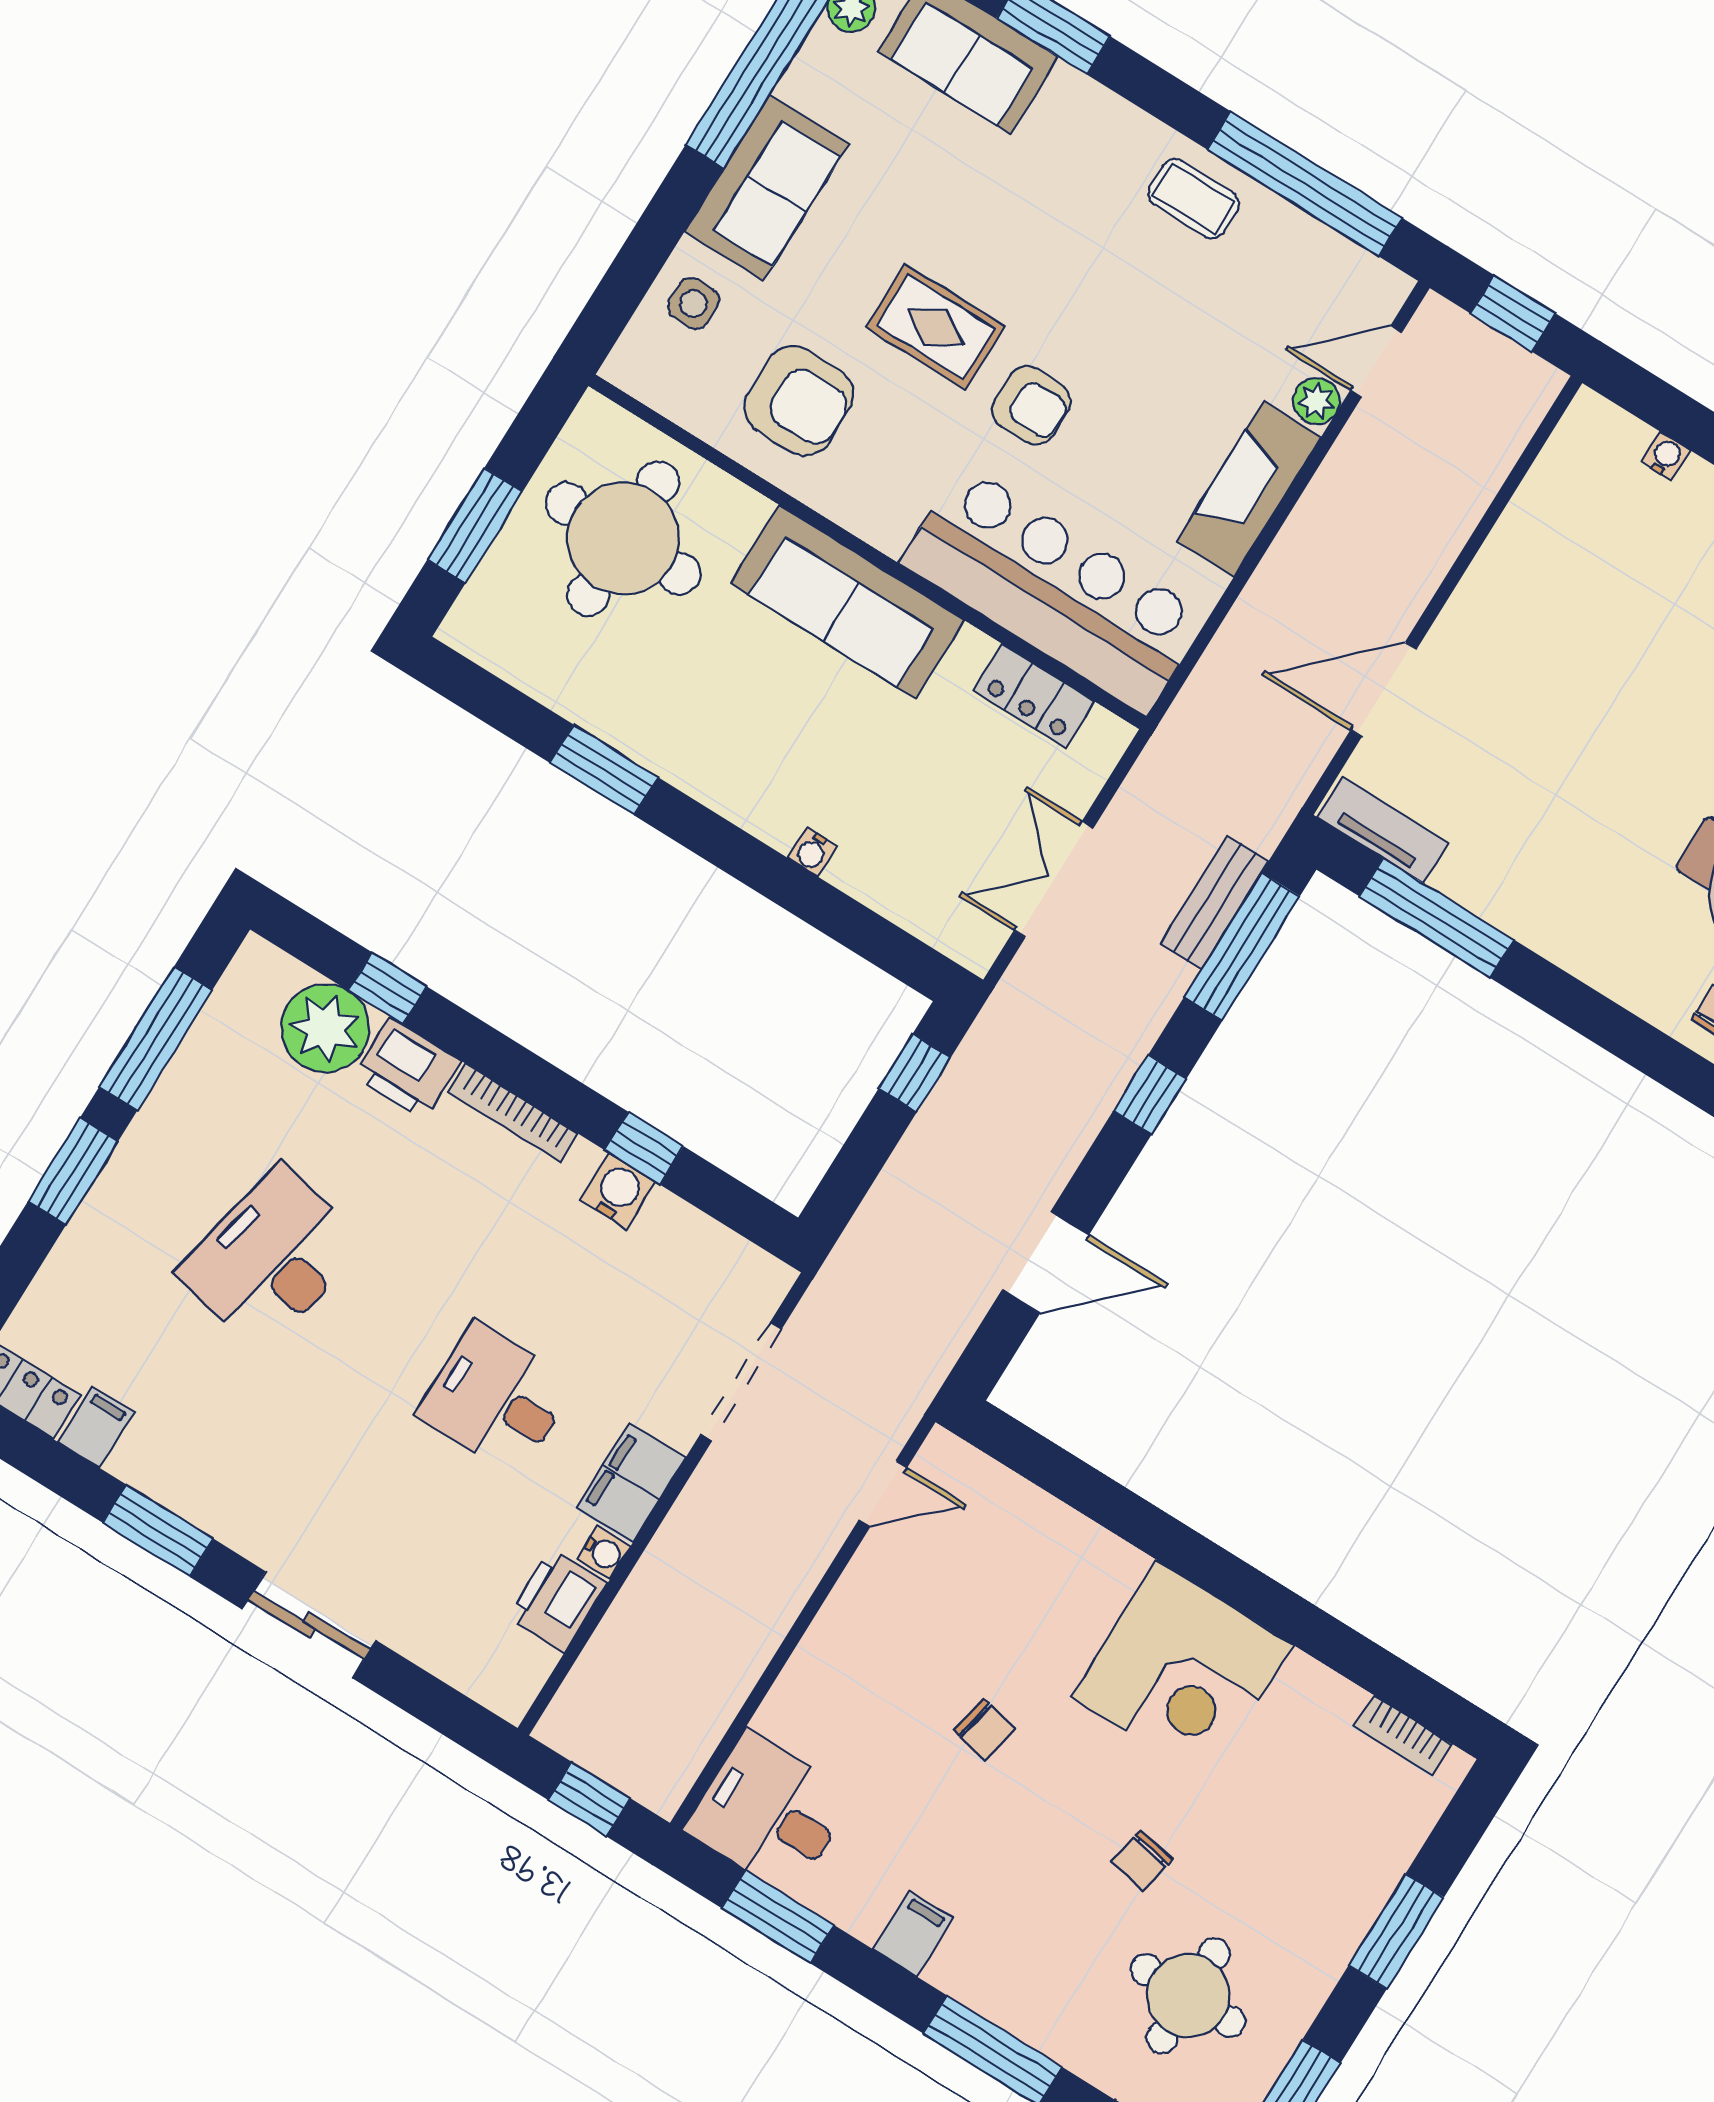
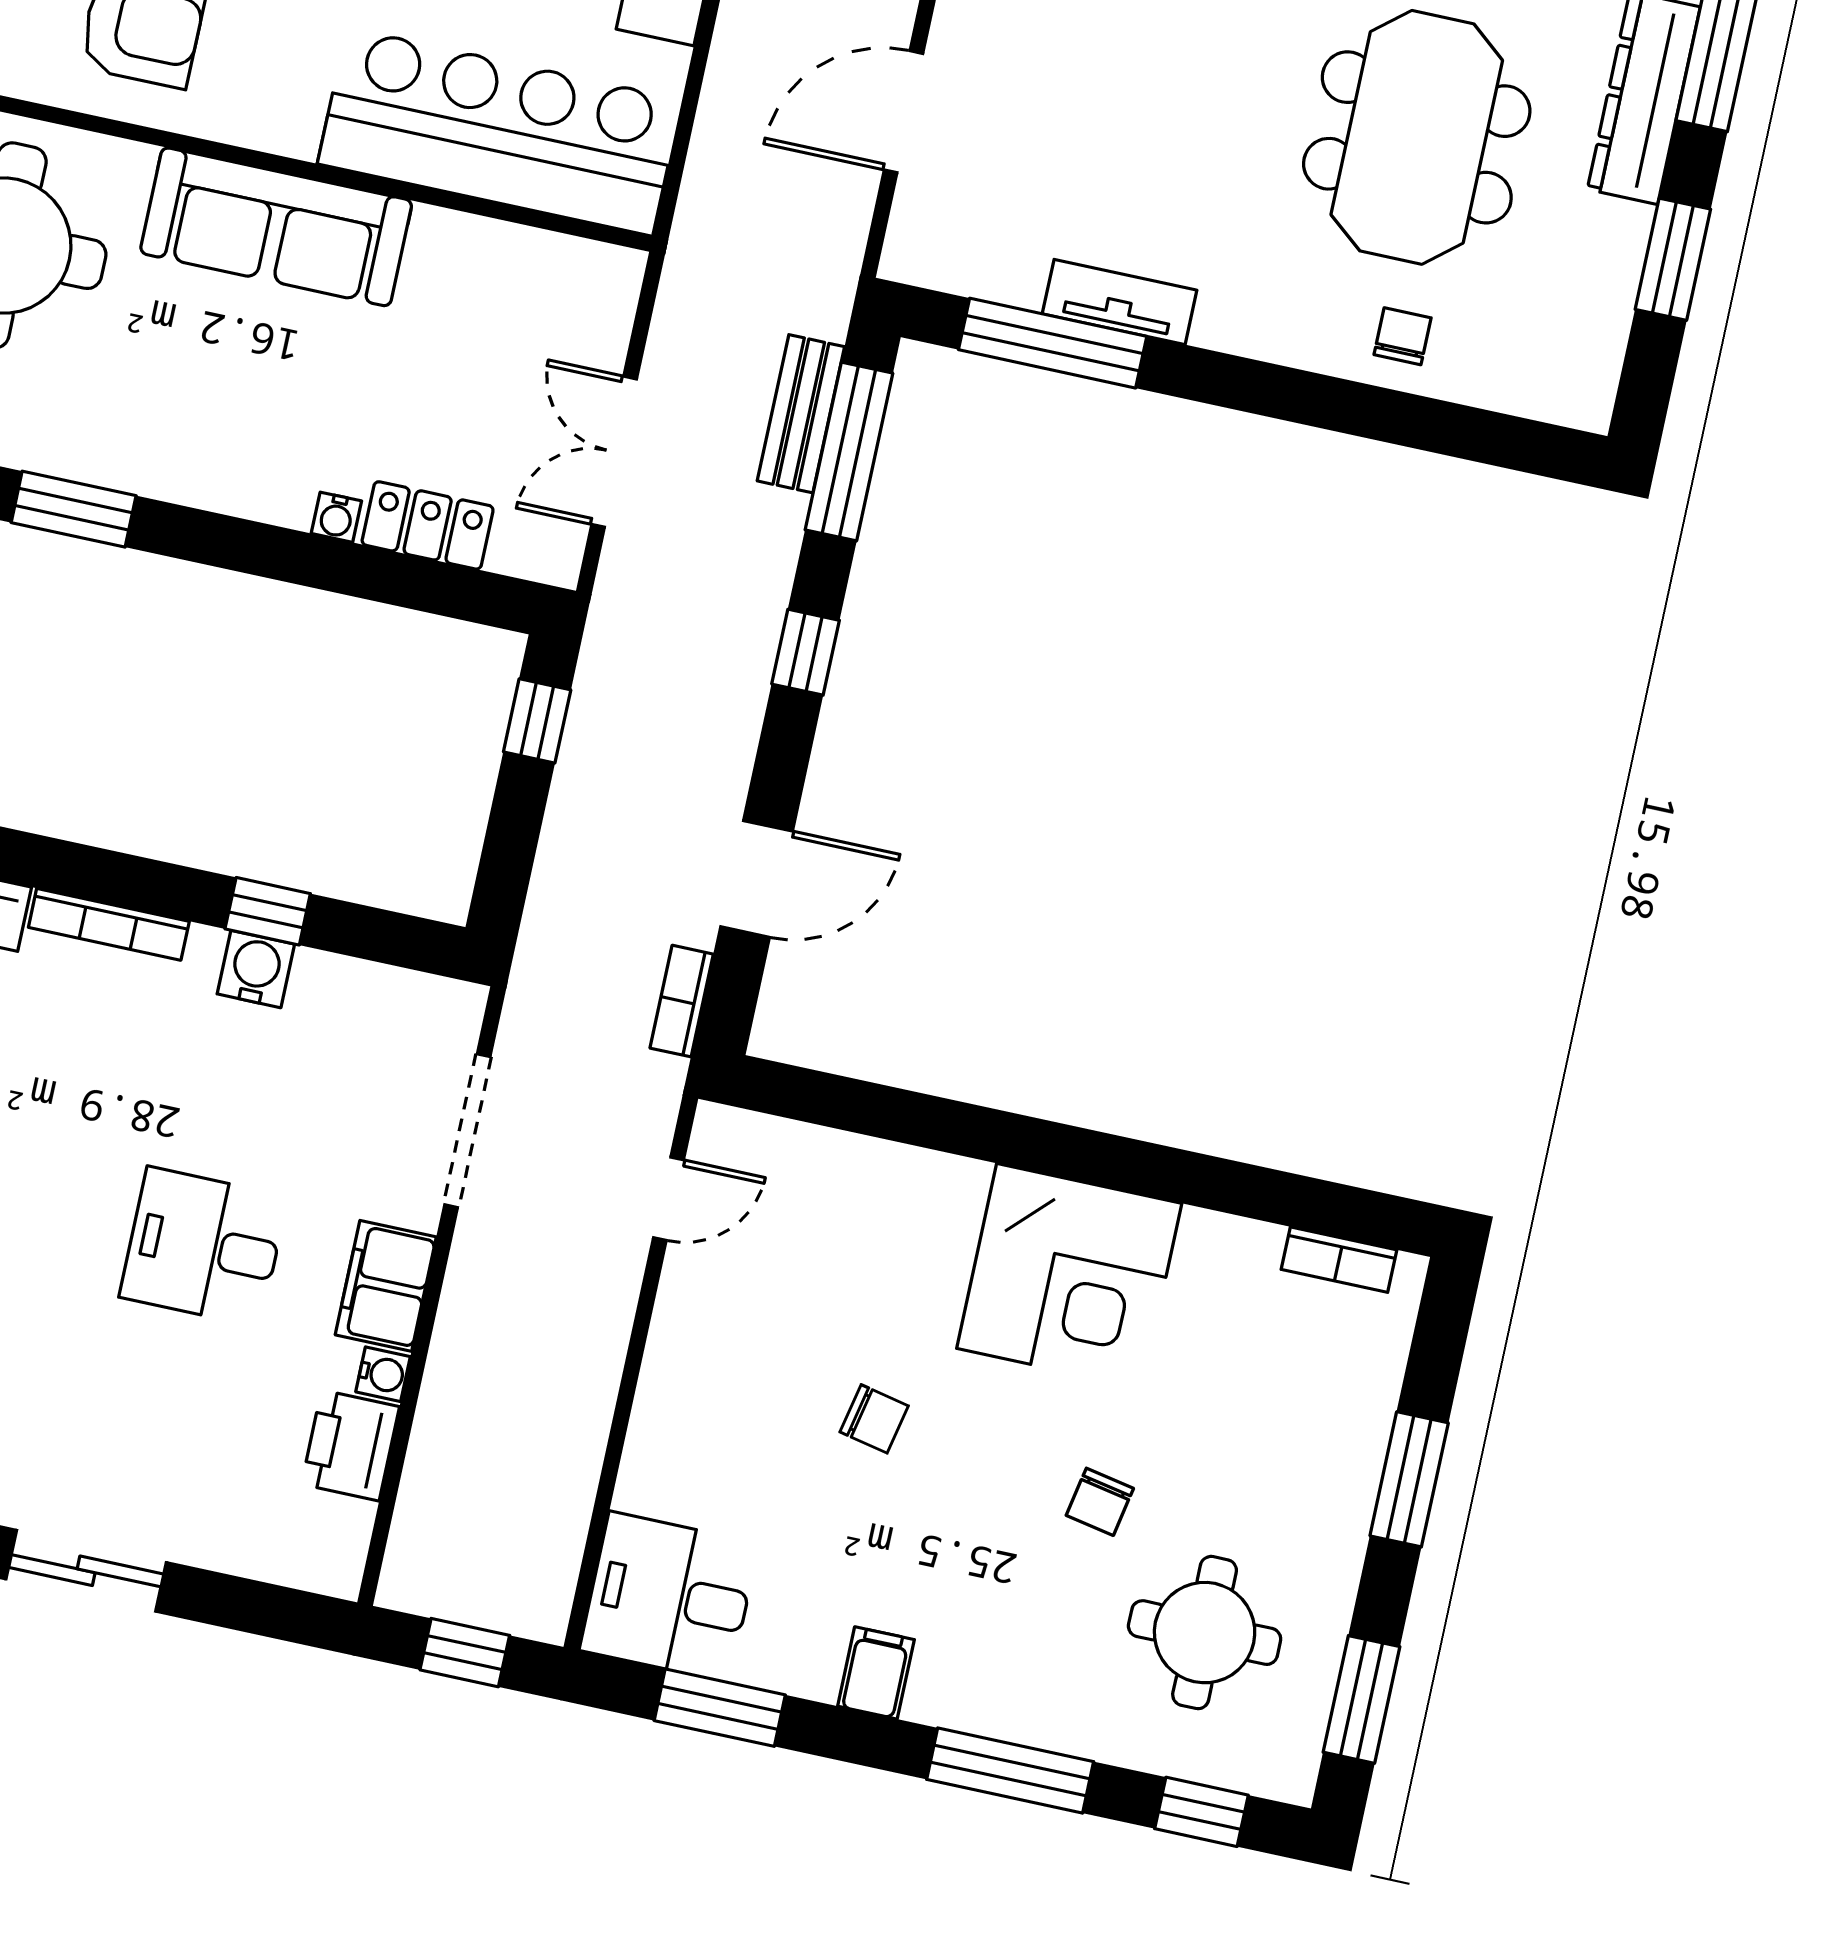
locker: (1034, 696) -> (428, 525), moved, turned 180
tv unit: (1383, 830) -> (1120, 302), moved
bookcase: (950, 1339) -> (682, 1001), added

